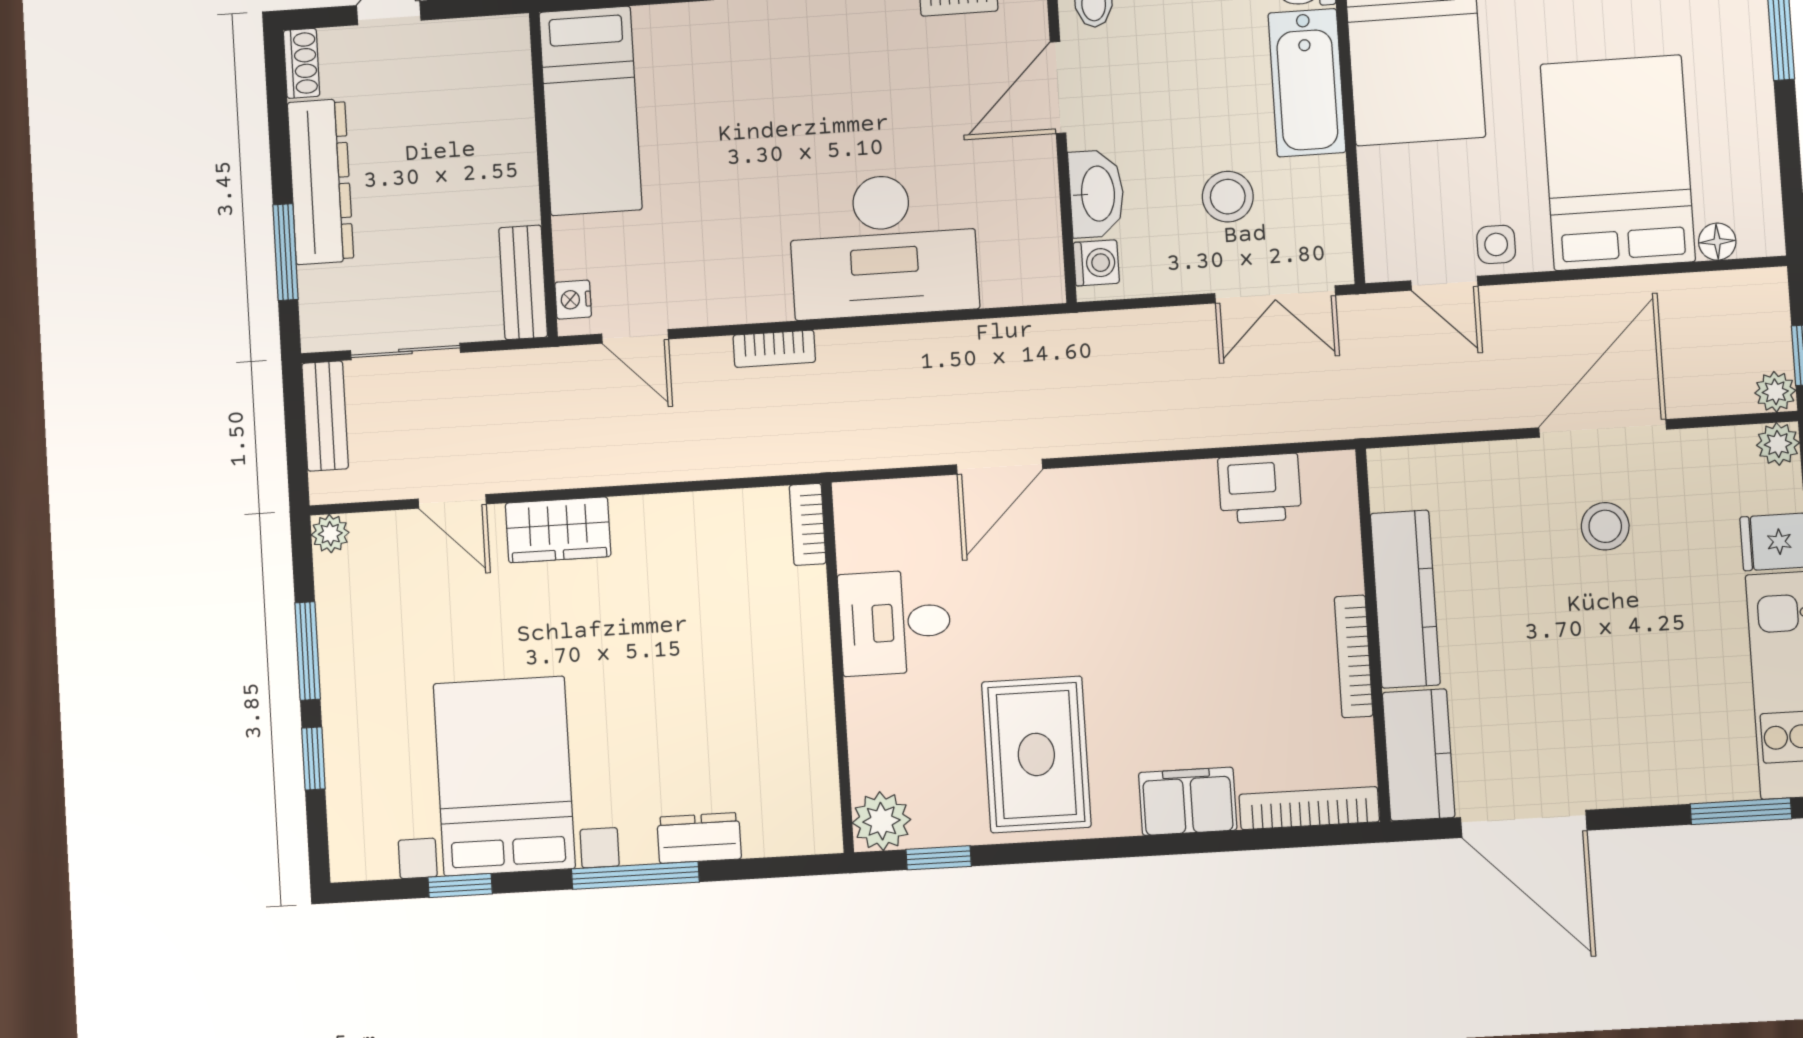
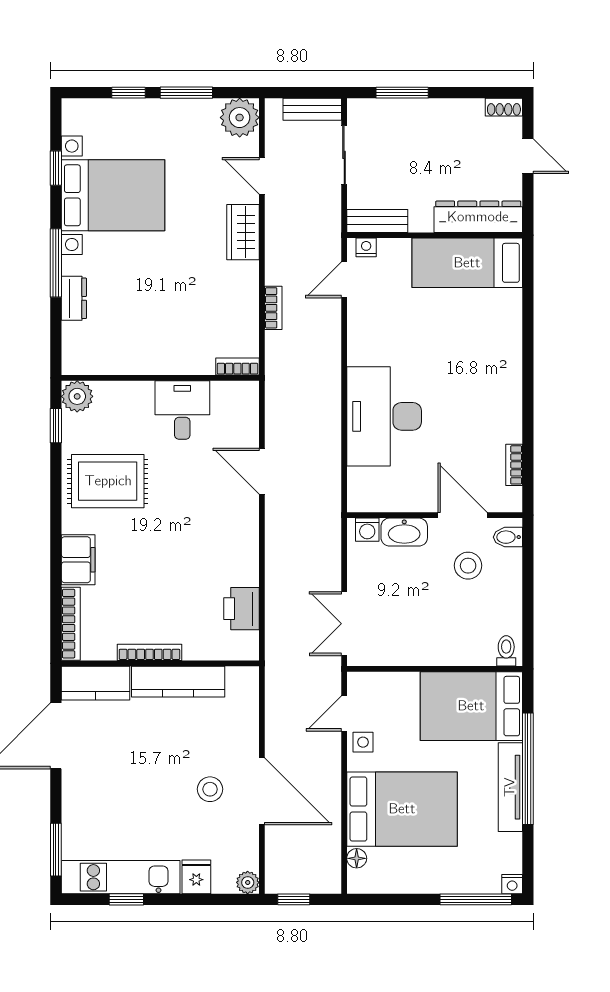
bathtub: (1307, 83) -> (456, 648), removed
dresser: (320, 182) -> (478, 217), moved, turned 180
stool: (1228, 197) -> (468, 566), moved
bookcase: (774, 349) -> (273, 308), moved, turned 180
plant: (1775, 392) -> (275, 883), removed
door: (452, 501) -> (262, 176), hinge flipped
plant: (330, 534) -> (240, 118), width x1.88, depth x1.88

